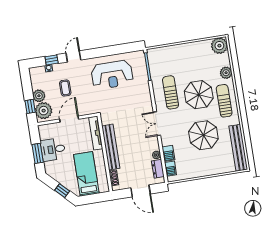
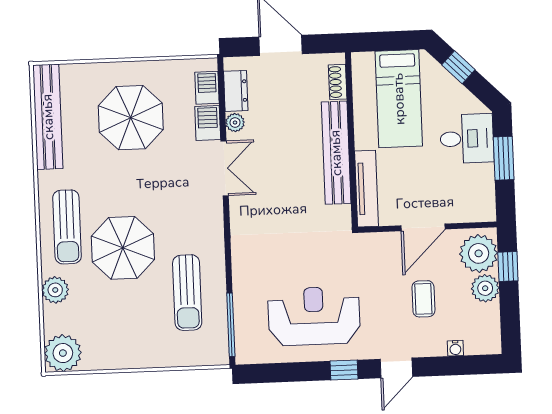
window: (52, 60) -> (344, 370), moved
sun lounger: (171, 92) -> (187, 293), moved
double door: (157, 124) -> (225, 168), moved
parasol: (203, 135) -> (131, 118), moved
desk: (53, 149) -> (467, 139), moved

